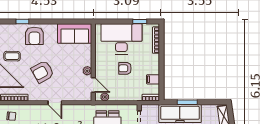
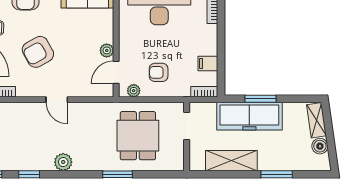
armchair: (125, 68) -> (159, 72), moved
door: (93, 85) -> (116, 72), swing flipped

